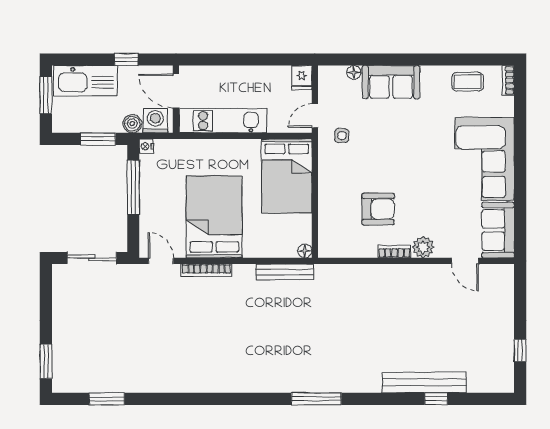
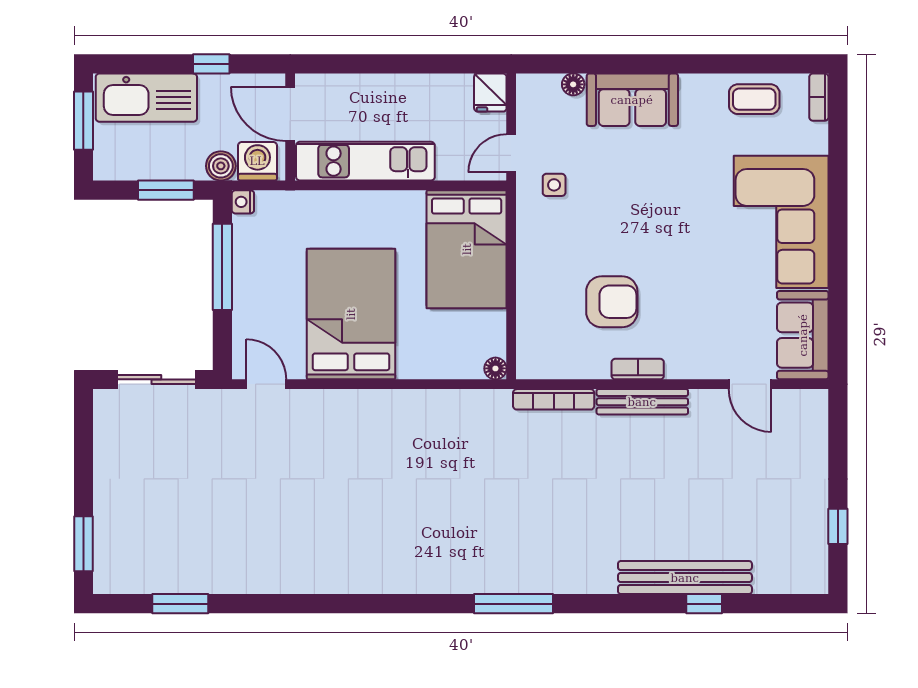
plant: (423, 247) -> (683, 362), removed
bookcase: (206, 270) -> (554, 399), moved
bench: (285, 272) -> (642, 402), moved

